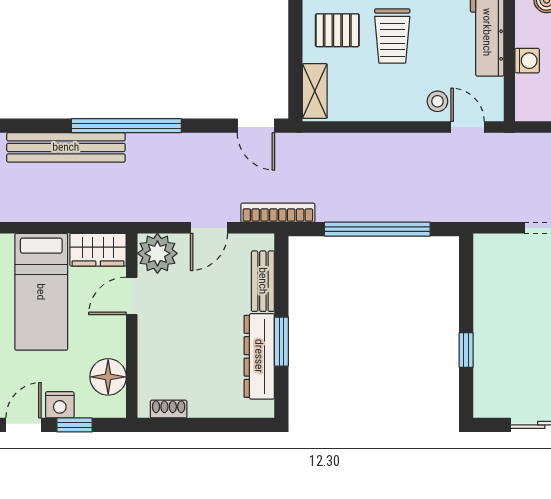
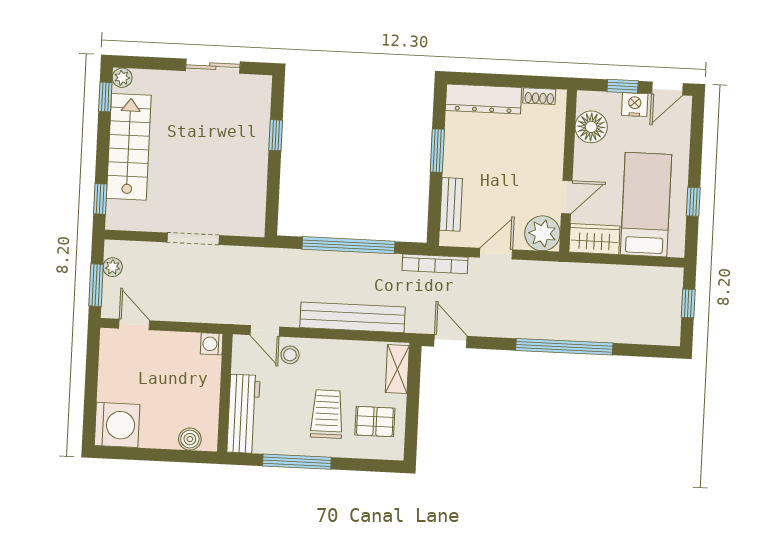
washing machine: (527, 61) -> (212, 344), moved
bench: (66, 147) -> (353, 317), moved
dresser: (259, 356) -> (484, 99), moved, turned 90

